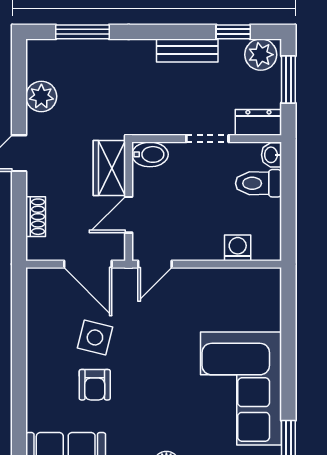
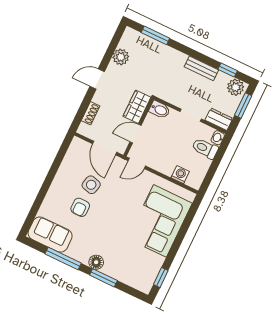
corner sofa: (241, 389) -> (160, 221), moved

